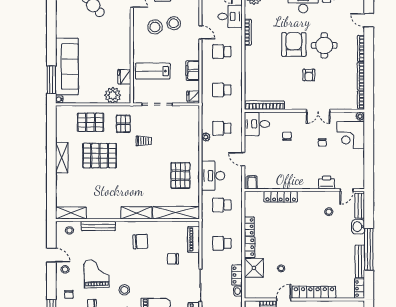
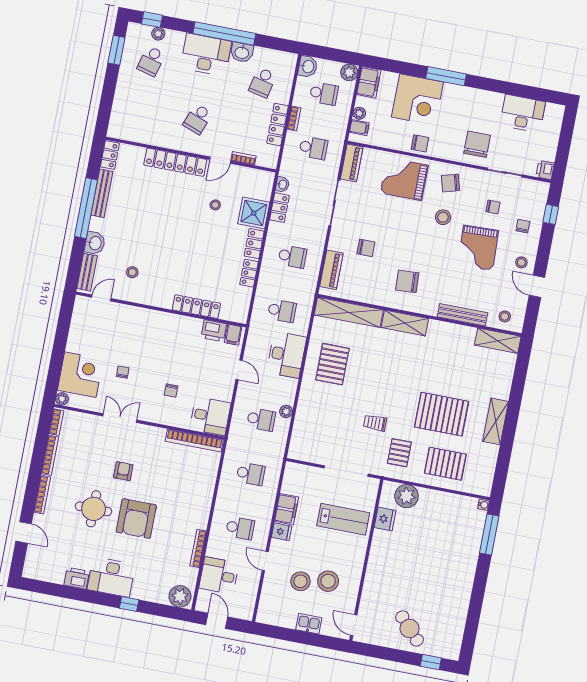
sofa: (67, 67) -> (463, 549), removed
fridge: (193, 96) -> (282, 532), moved
printer: (327, 183) -> (214, 331), moved

